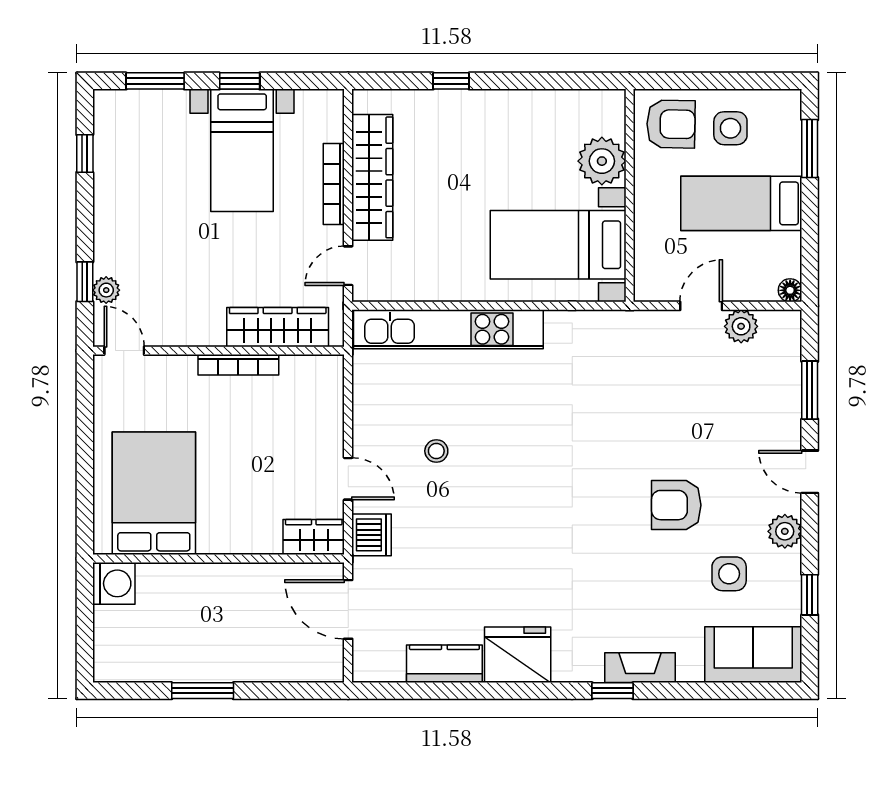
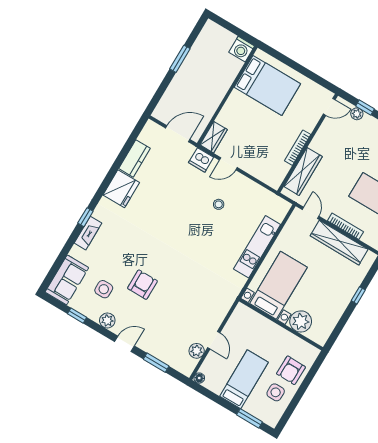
plant: (602, 161) -> (301, 321), moved
wall: (630, 195) -> (281, 324), moved
bed with nightstands: (558, 245) -> (278, 285), moved
kitchen unit: (448, 329) -> (257, 247), width x0.73

